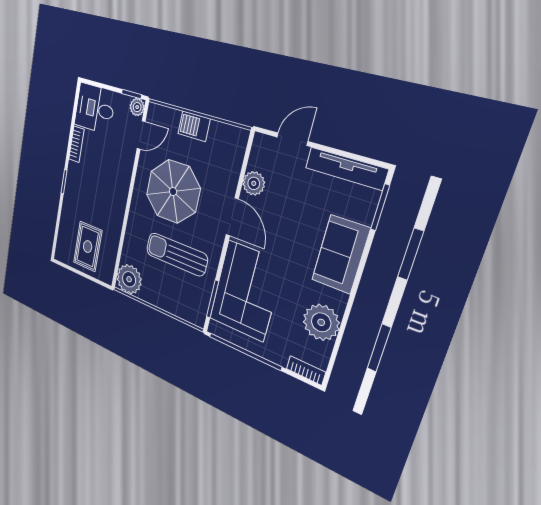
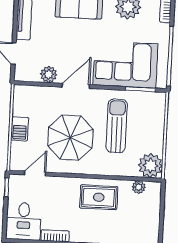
plant: (137, 107) -> (139, 187), moved
door: (141, 135) -> (35, 173), hinge flipped
rug: (88, 247) -> (99, 197), moved
sun lounger: (177, 254) -> (117, 126), turned 180

